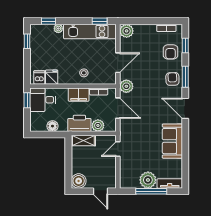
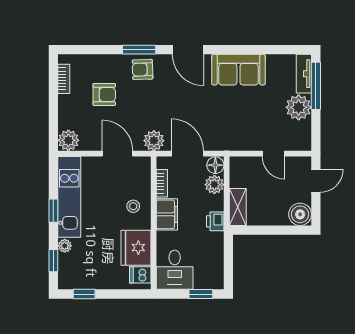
window: (100, 21) -> (53, 211), moved
window: (185, 45) -> (91, 50), removed
armchair: (171, 52) -> (104, 94), moved
fridge: (52, 77) -> (136, 248), width x1.88, depth x1.34
window: (27, 100) -> (201, 294), moved
door: (118, 108) -> (188, 154), hinge flipped
door: (185, 108) -> (188, 50), hinge flipped
printer: (79, 123) -> (215, 221), width x0.53, depth x0.68
floor lamp: (52, 126) -> (215, 165), moved
door: (118, 149) -> (273, 154), moved
window: (151, 191) -> (316, 86), moved

